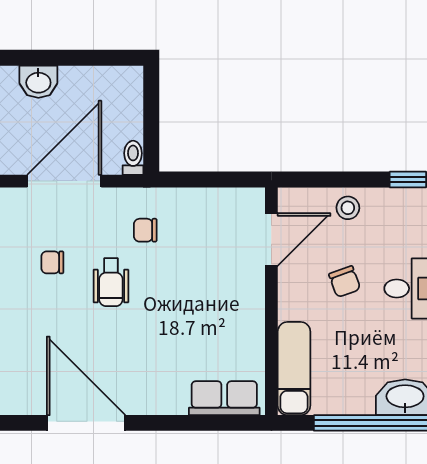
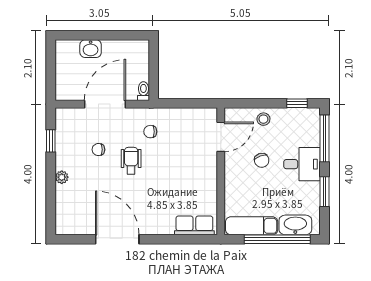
wheelchair: (111, 282) -> (131, 161), turned 180
exam couch: (294, 369) -> (252, 226), moved, turned -90

